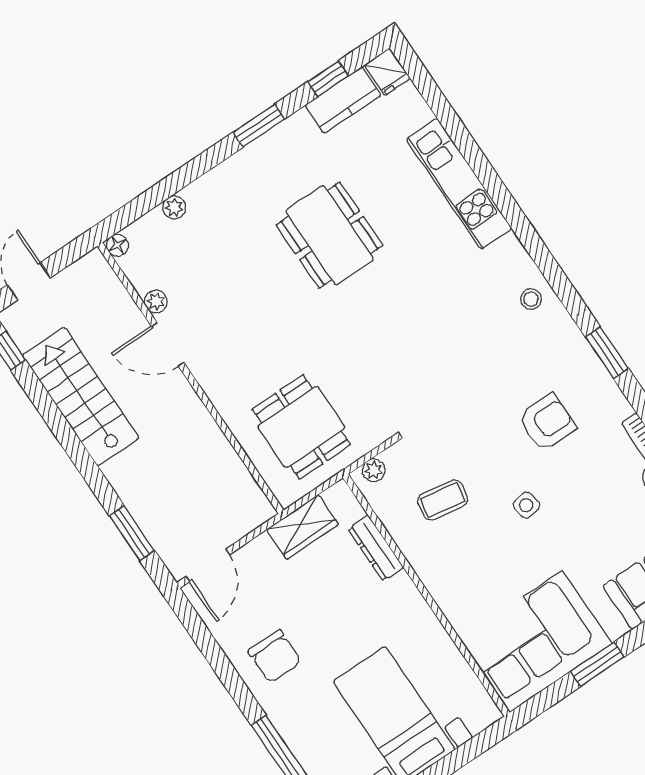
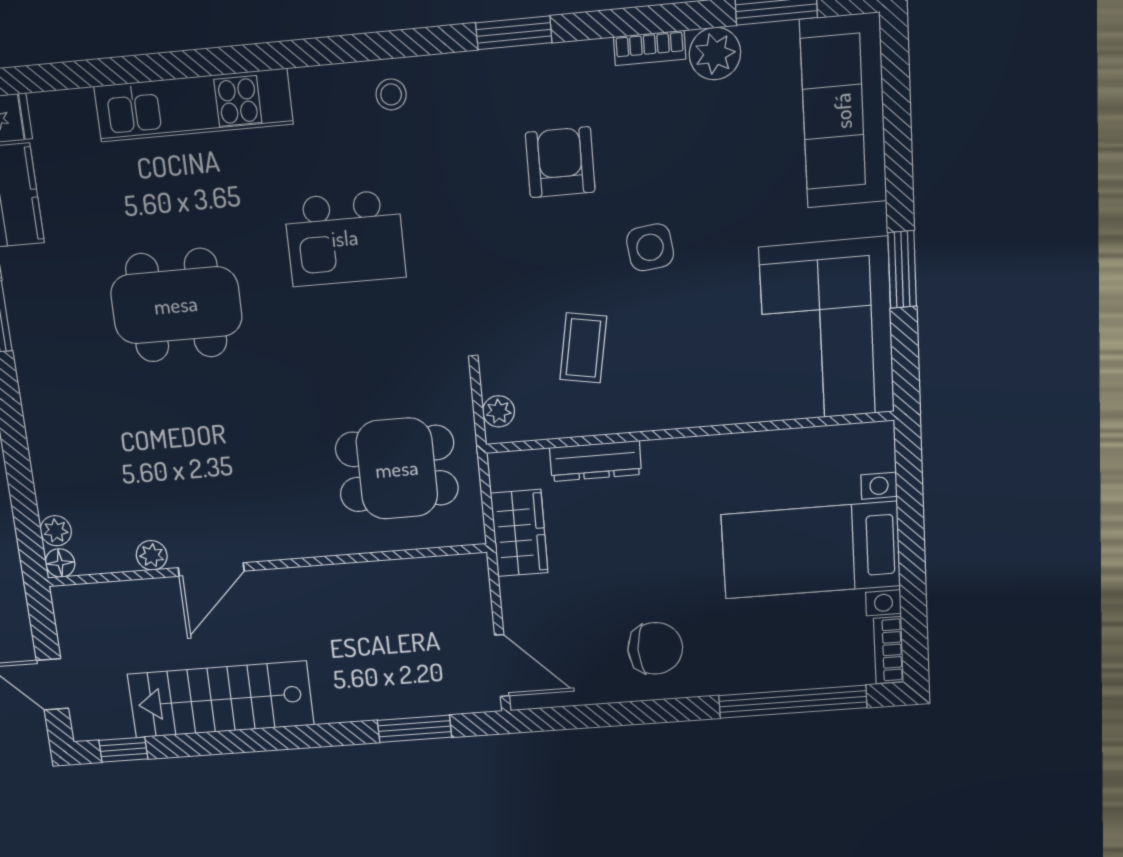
plant: (174, 207) -> (56, 531), moved
kitchen island: (429, 317) -> (345, 238), added
side table: (526, 505) -> (650, 247), width x1.37, depth x1.37

